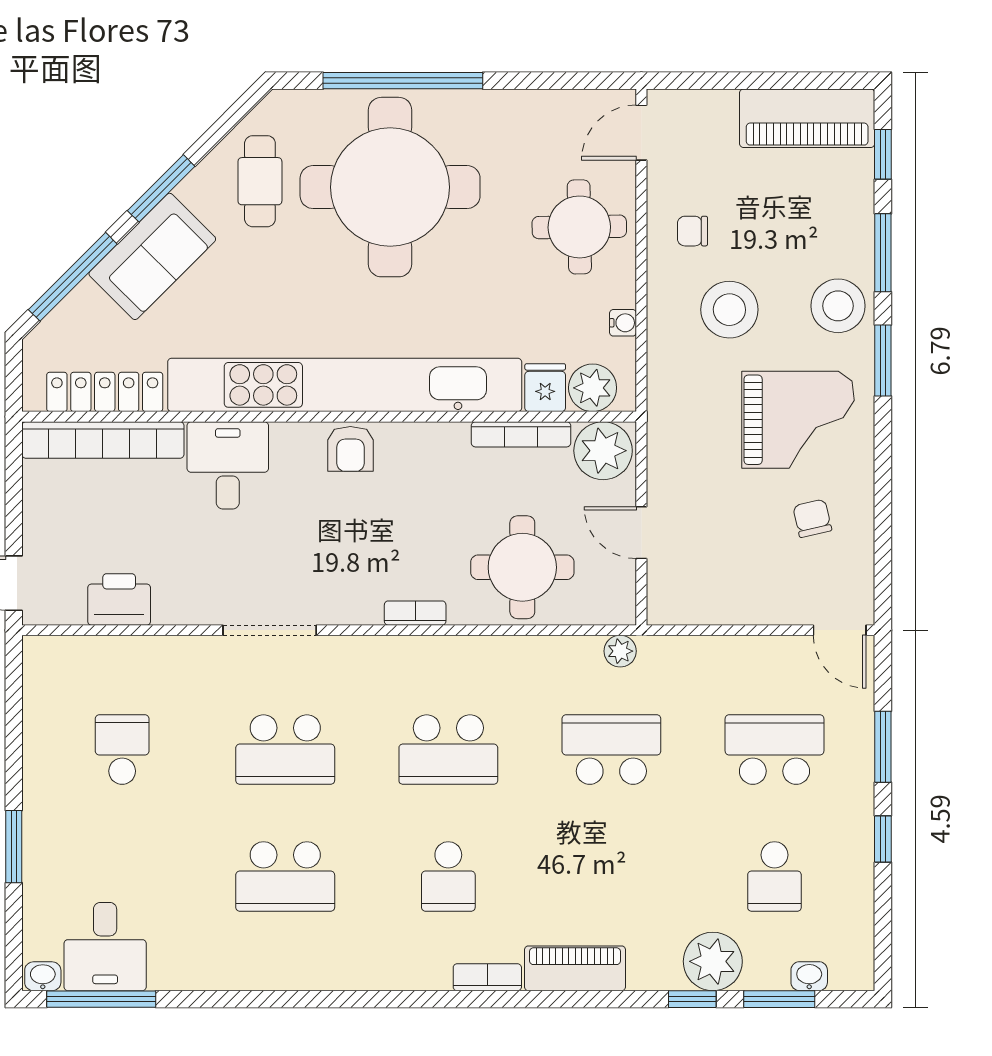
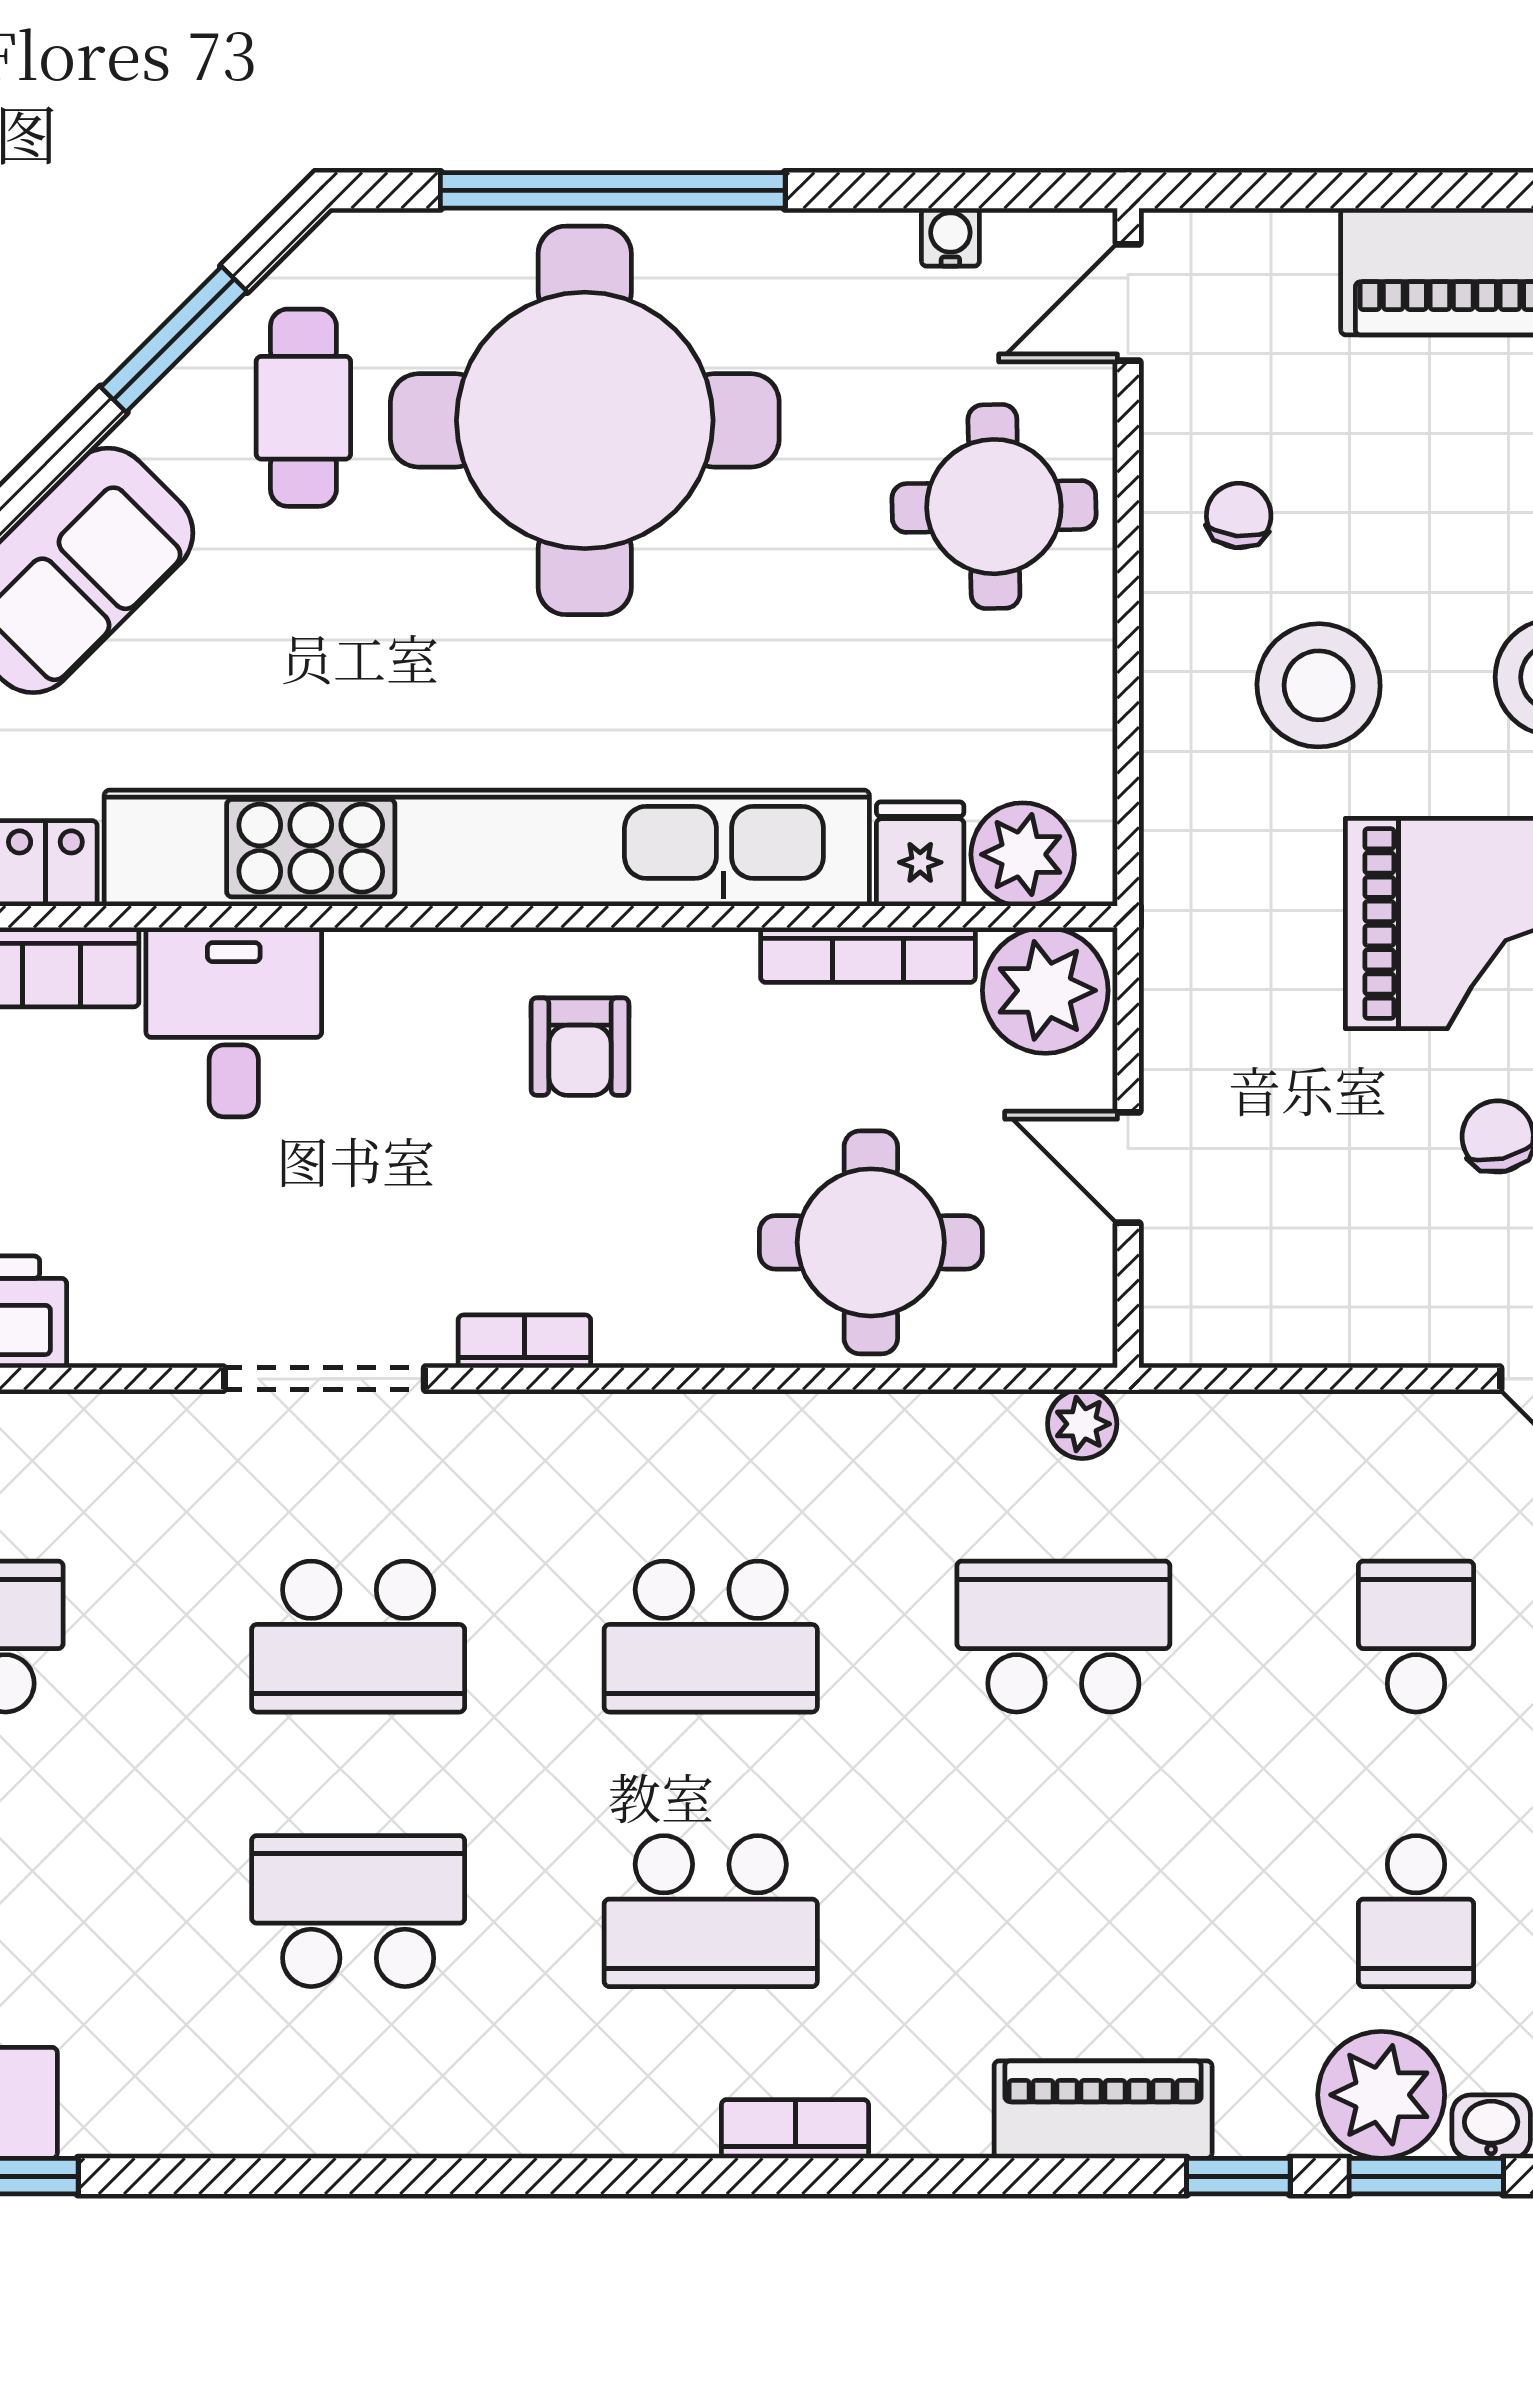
window: (161, 188) -> (174, 339), moved
chair: (692, 231) -> (1239, 516), turned 96
water cooler: (623, 323) -> (950, 237), moved, turned -90
armchair: (350, 449) -> (580, 1047), moved
bookcase: (415, 613) -> (524, 1341), moved
school desk: (774, 750) -> (1416, 1637), width x0.54
school desk: (285, 877) -> (358, 1911), turned 180
school desk: (448, 877) -> (711, 1911), width x1.85
plant: (713, 961) -> (1381, 2095), moved
piano: (575, 968) -> (1103, 2110), moved

